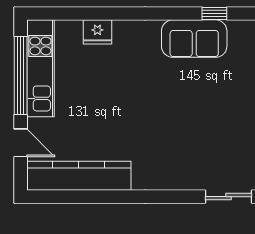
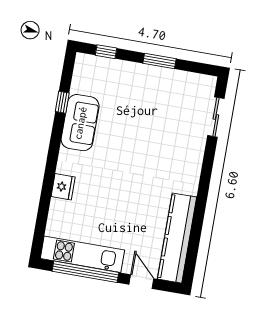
fridge: (97, 32) -> (63, 187), moved
door: (21, 143) -> (141, 282), hinge flipped

